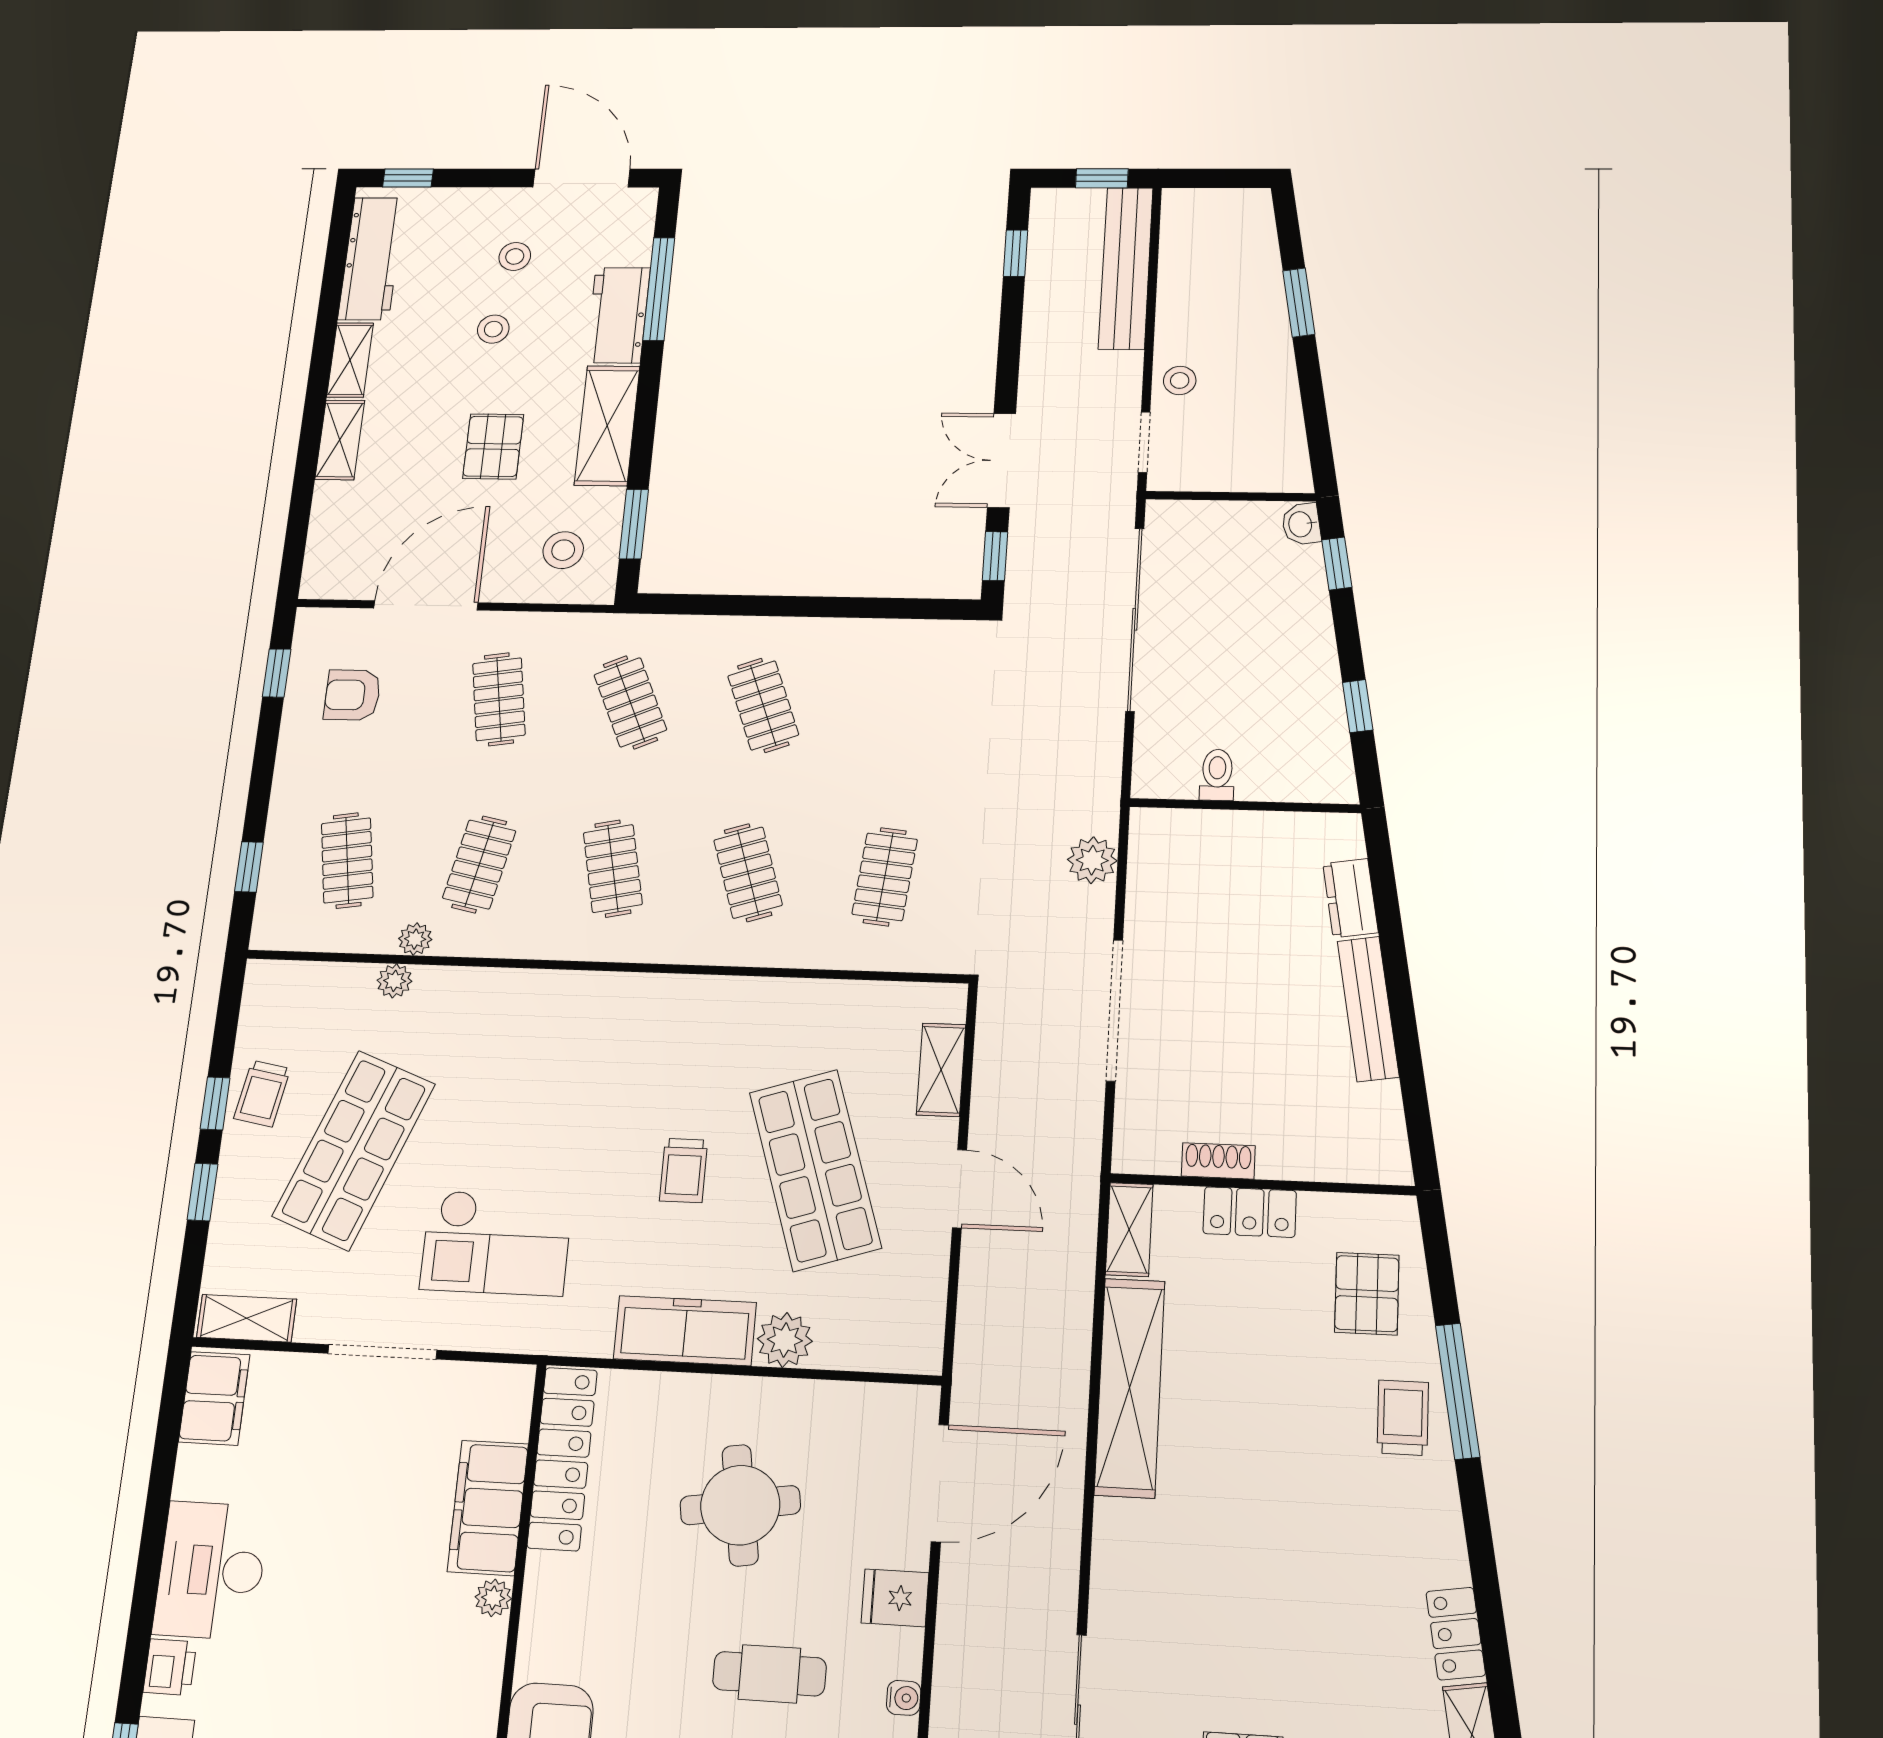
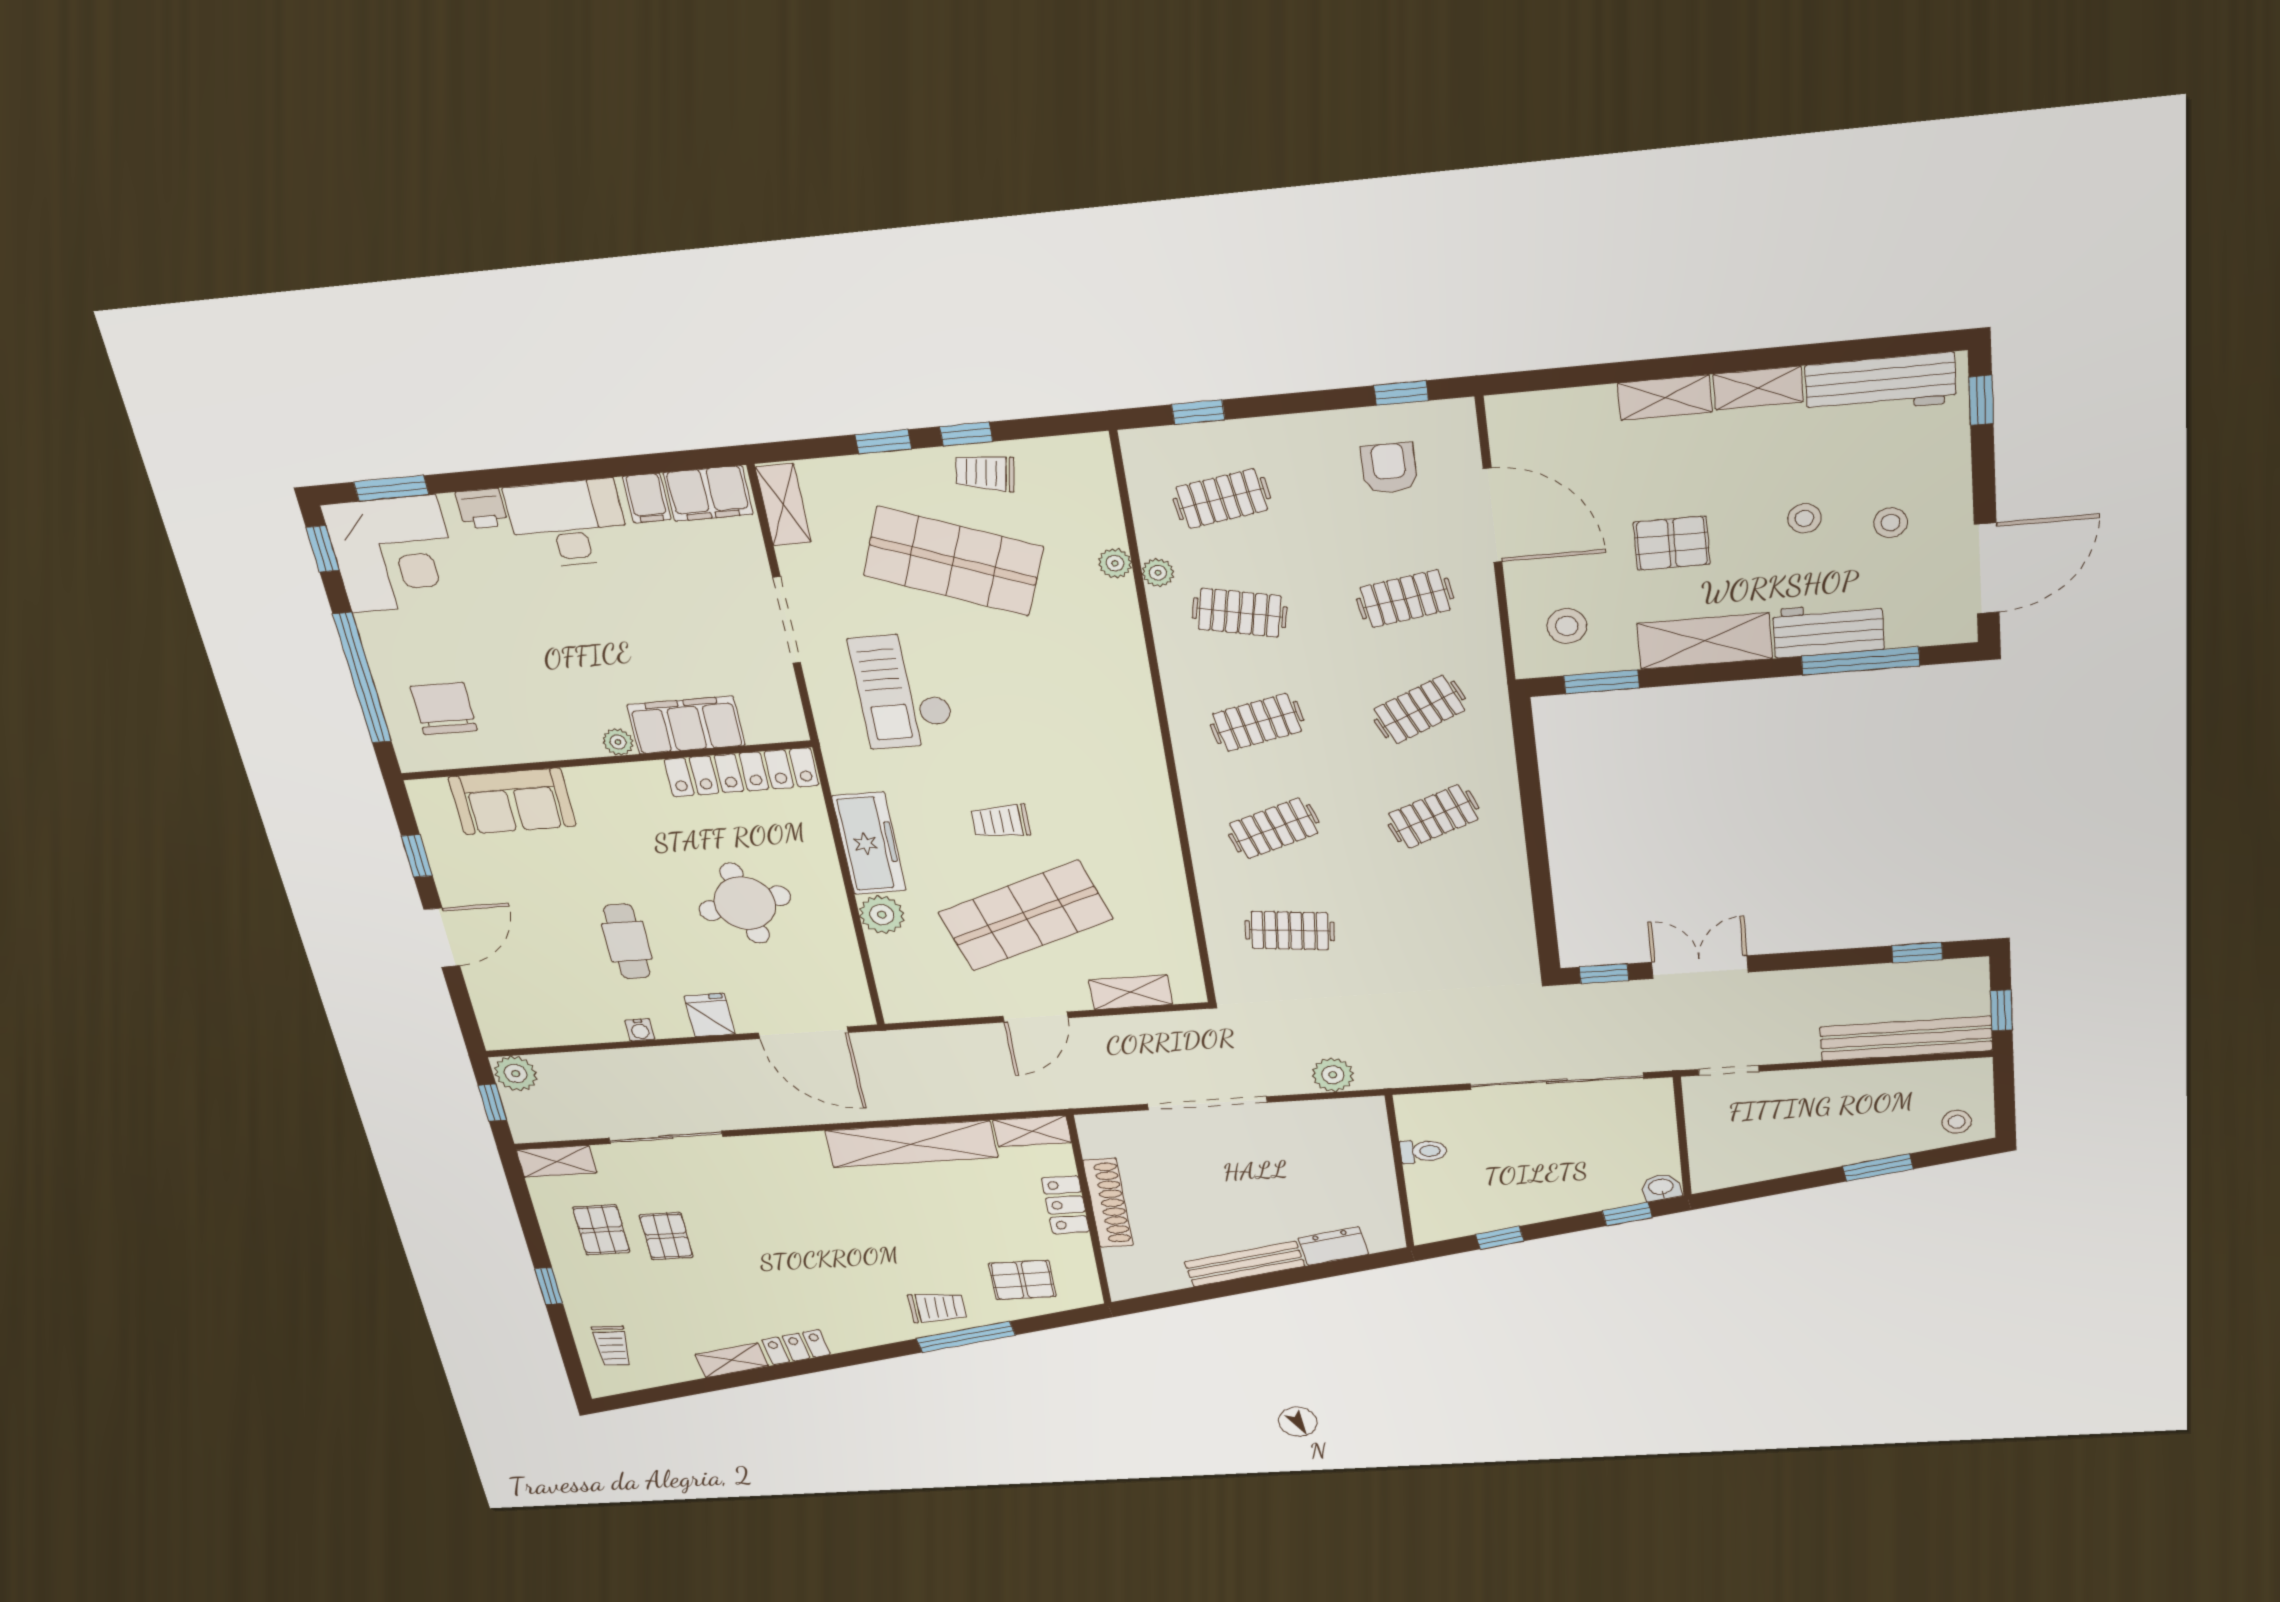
stool: (1180, 380) -> (1957, 1122), moved
shoe rack: (1218, 1161) -> (1108, 1203), width x1.94, depth x1.24
filing cabinet: (203, 1470) -> (647, 498), added

